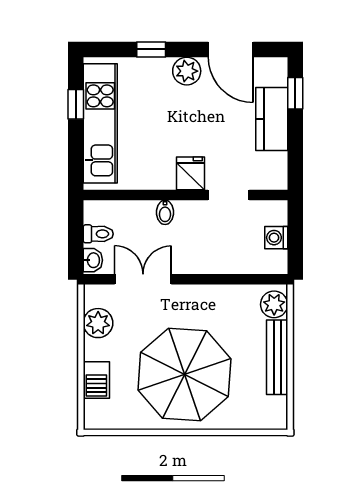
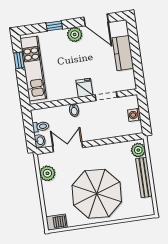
window: (295, 93) -> (133, 38), removed
barbecue: (96, 380) -> (57, 222), moved, turned -90

